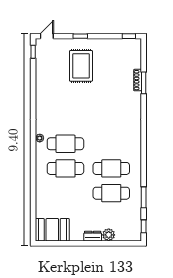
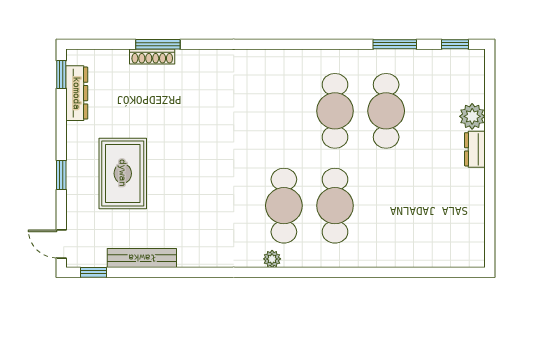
dresser: (120, 44) -> (77, 93), added
rug: (81, 66) -> (123, 173), turned 90
bench: (40, 75) -> (142, 258), added
booth: (52, 230) -> (462, 233), removed

